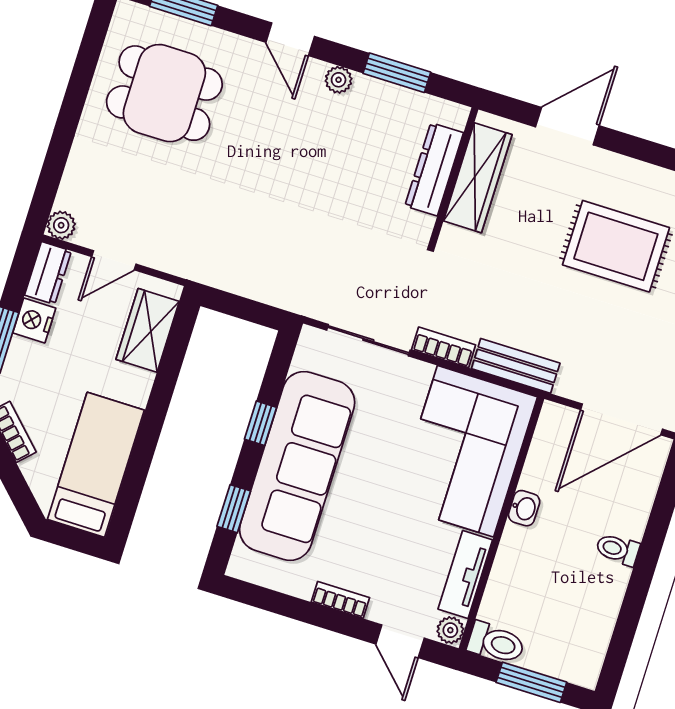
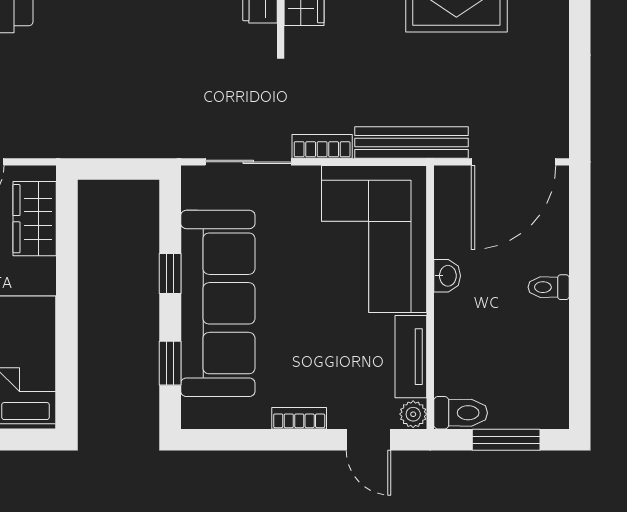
bench: (516, 366) -> (412, 142), width x1.36

